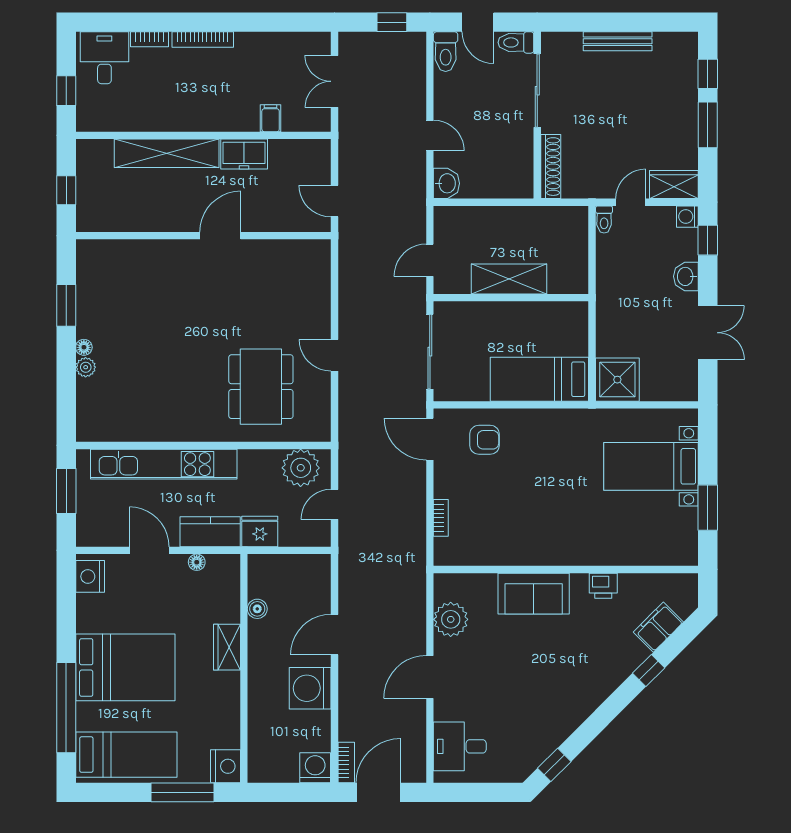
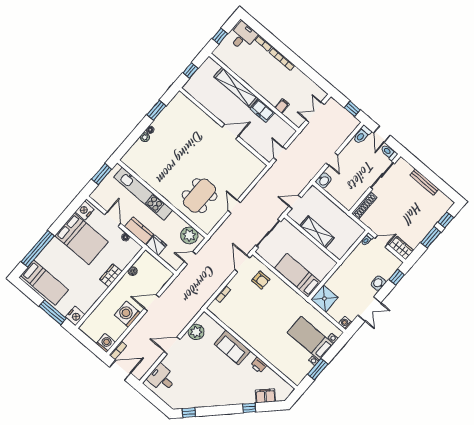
washing machine: (687, 217) -> (345, 323), moved
bed: (125, 667) -> (82, 239), moved

